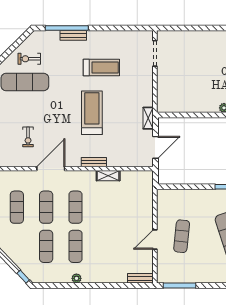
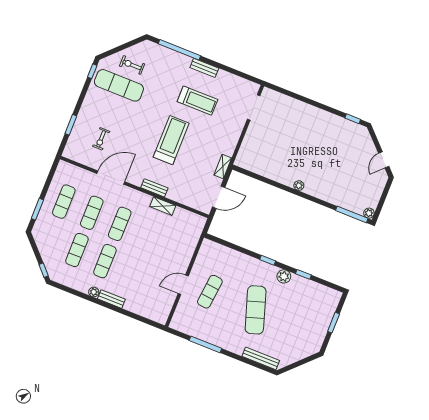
bench: (73, 35) -> (204, 68), moved
bench: (140, 278) -> (111, 299), moved
window: (180, 286) -> (205, 344), moved

